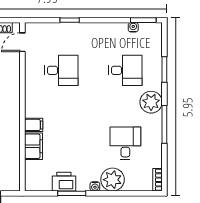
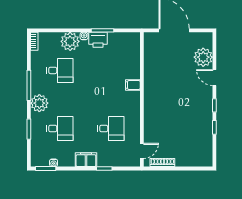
desk: (61, 70) -> (111, 128), turned 180
desk: (125, 70) -> (60, 128), turned 180
desk: (125, 143) -> (60, 70), turned -90
filing cabinet: (33, 146) -> (86, 160), moved, turned 90
printer: (64, 182) -> (98, 40), moved

